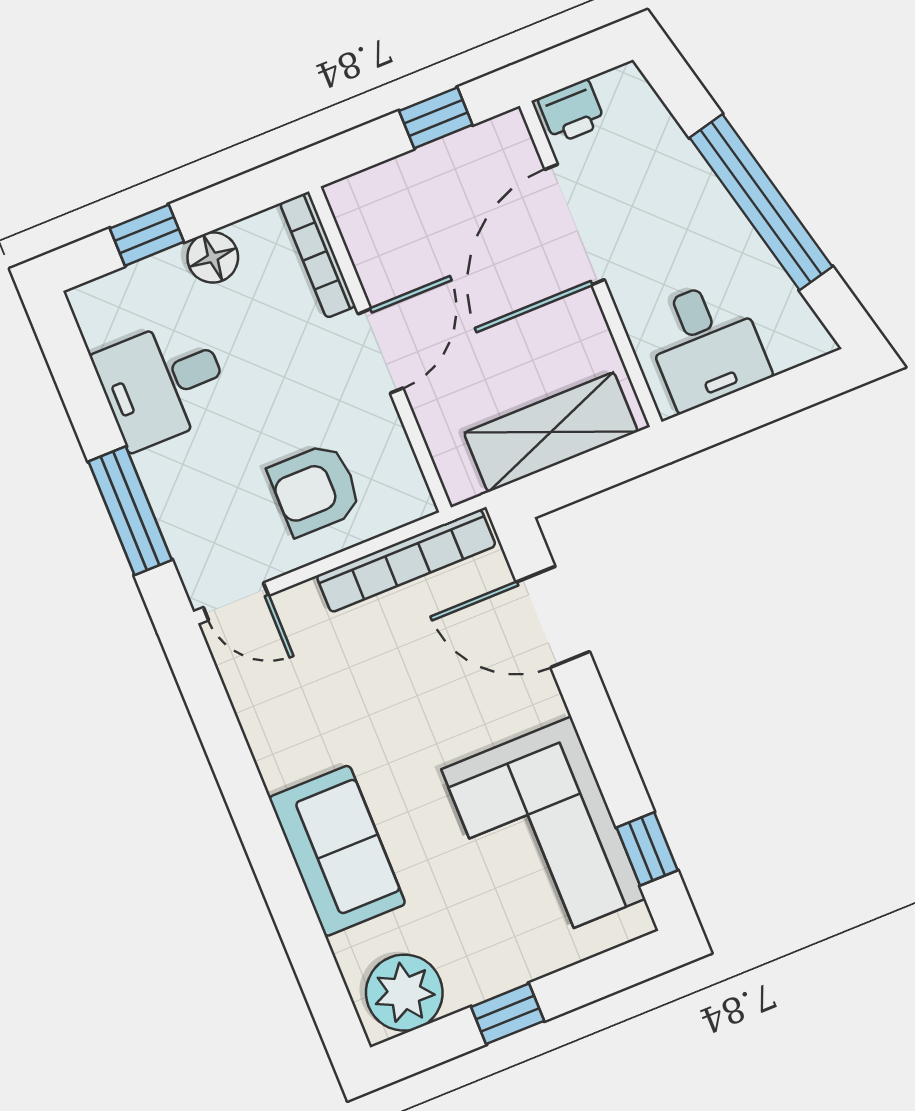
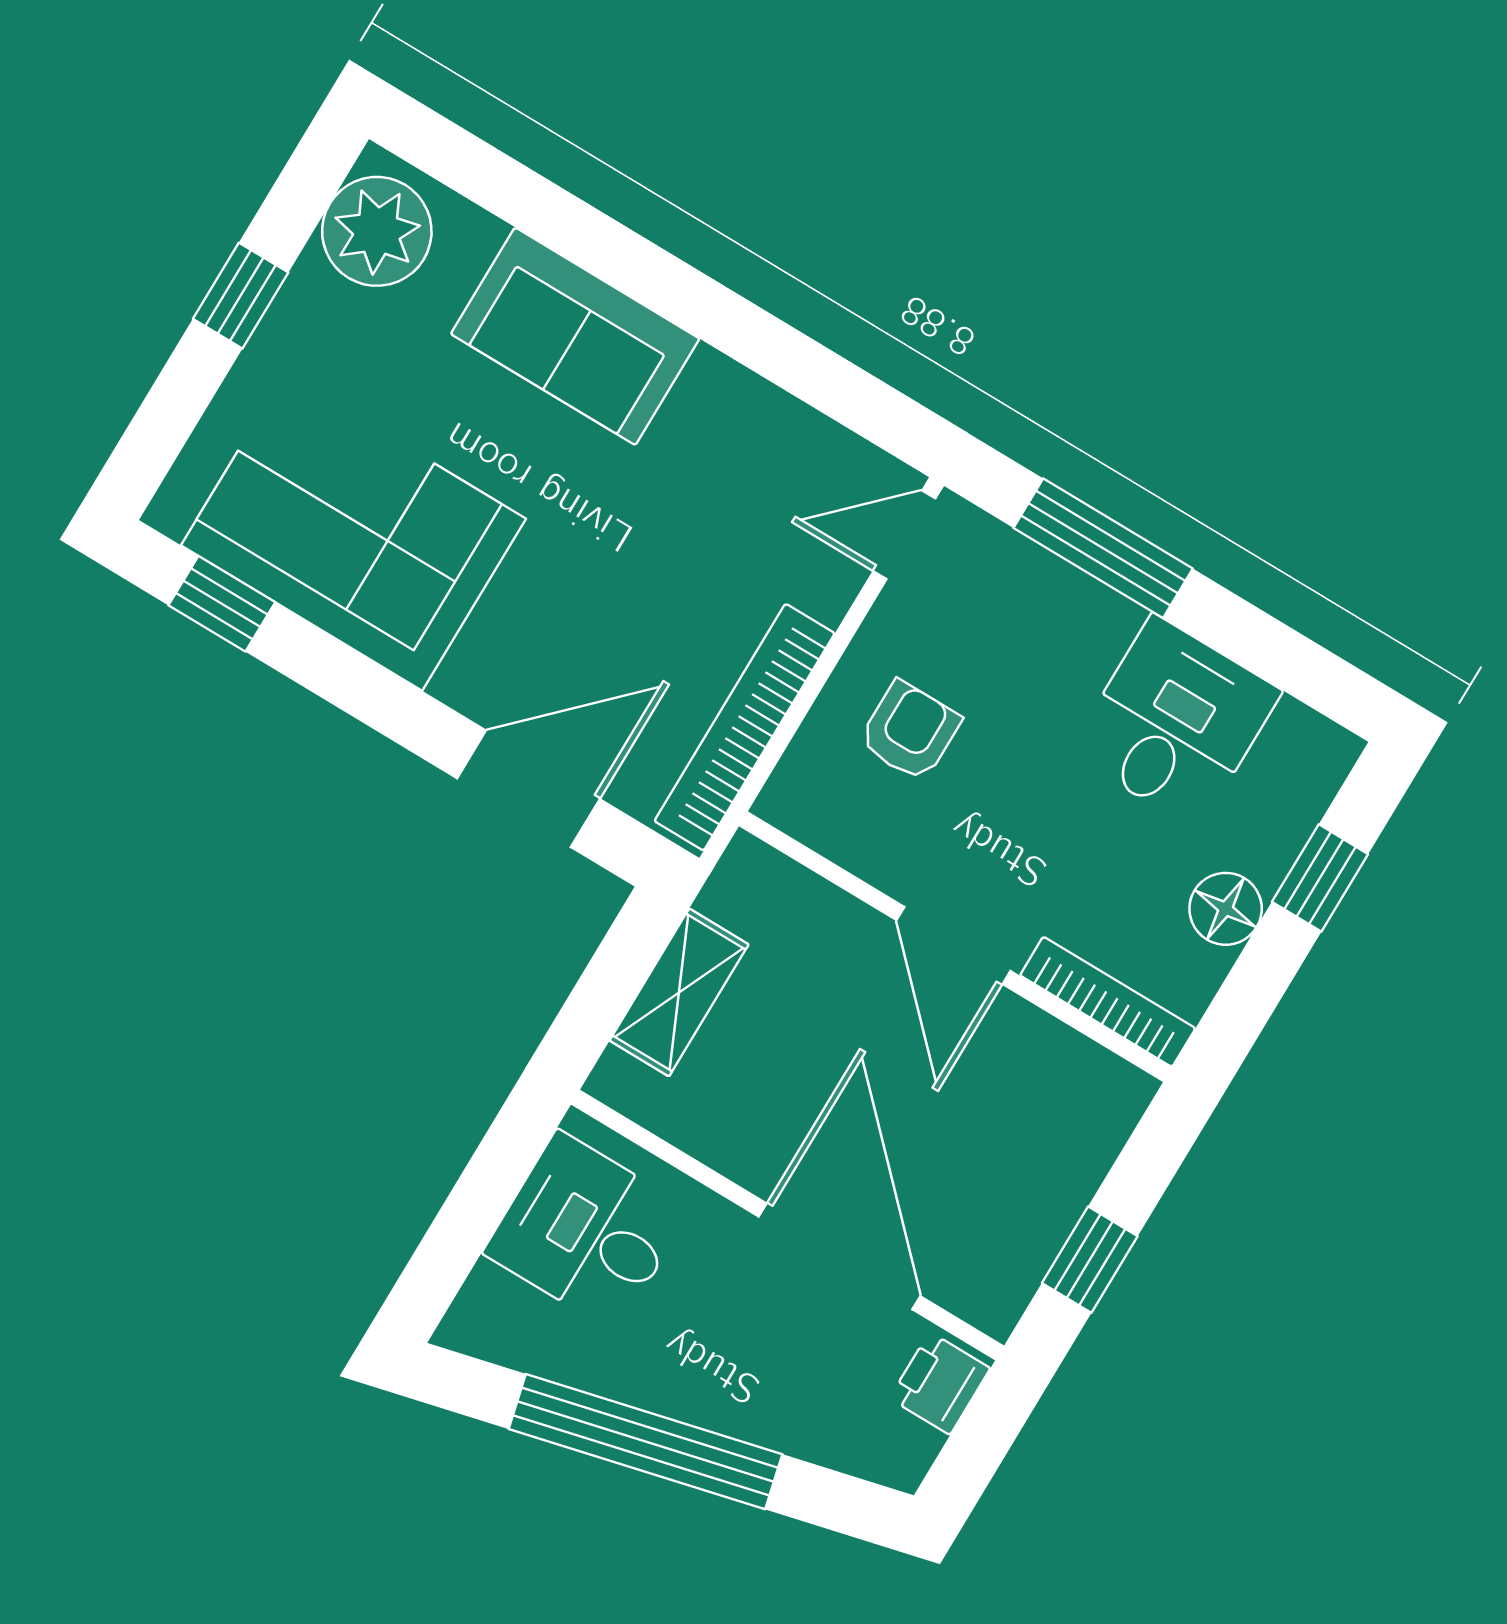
shelving: (551, 432) -> (679, 992), width x0.67, depth x0.75
armchair: (315, 489) -> (910, 731), width x0.72, depth x0.72

